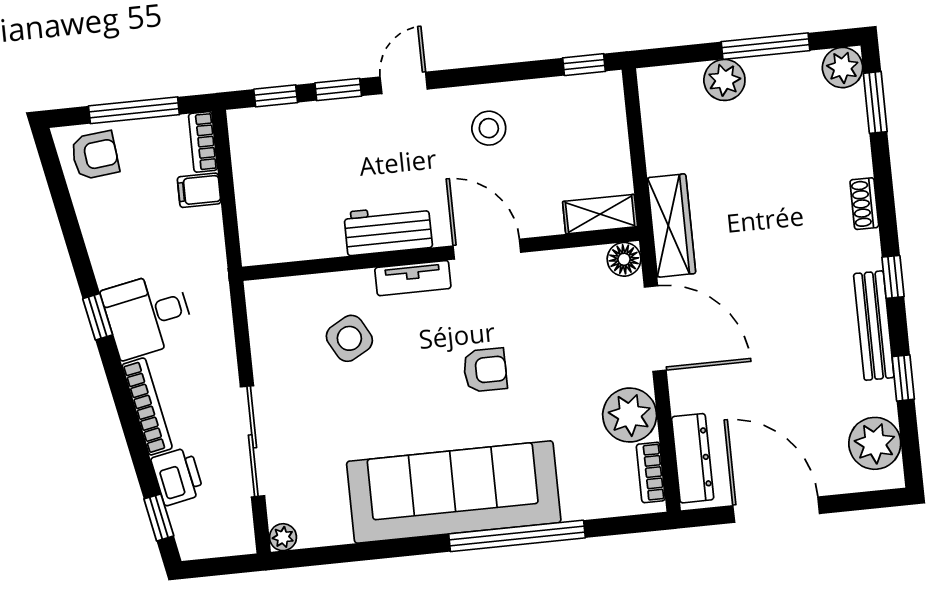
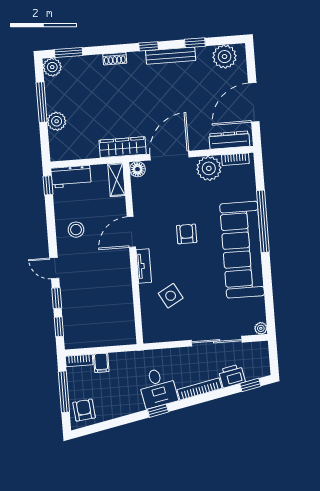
workbench: (388, 230) -> (71, 177), moved, turned -90

